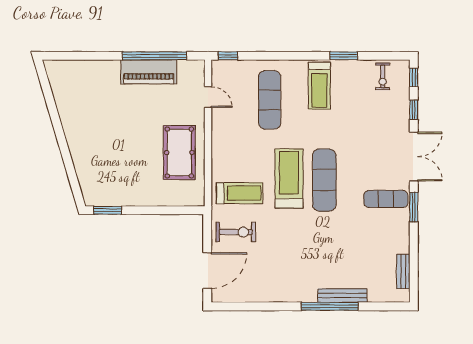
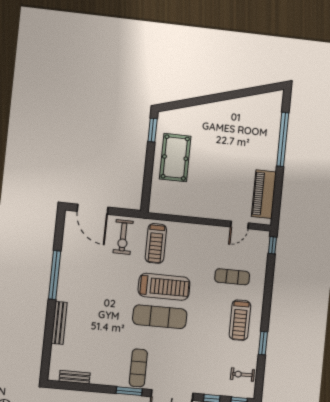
window: (155, 56) -> (283, 139), moved
piano: (149, 72) -> (264, 194), moved
treadmill: (319, 86) -> (240, 320), turned -90
exercise mat: (270, 100) -> (232, 277), width x0.73, depth x0.69
pool table: (179, 153) -> (175, 158), moved, turned 90
window: (330, 306) -> (55, 275), moved

